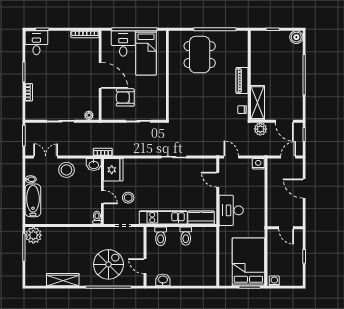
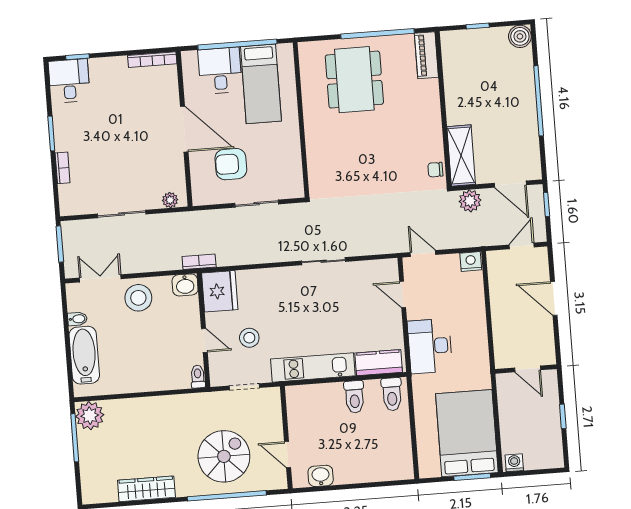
piano: (242, 81) -> (426, 55), moved
toilet: (161, 236) -> (392, 394), moved

